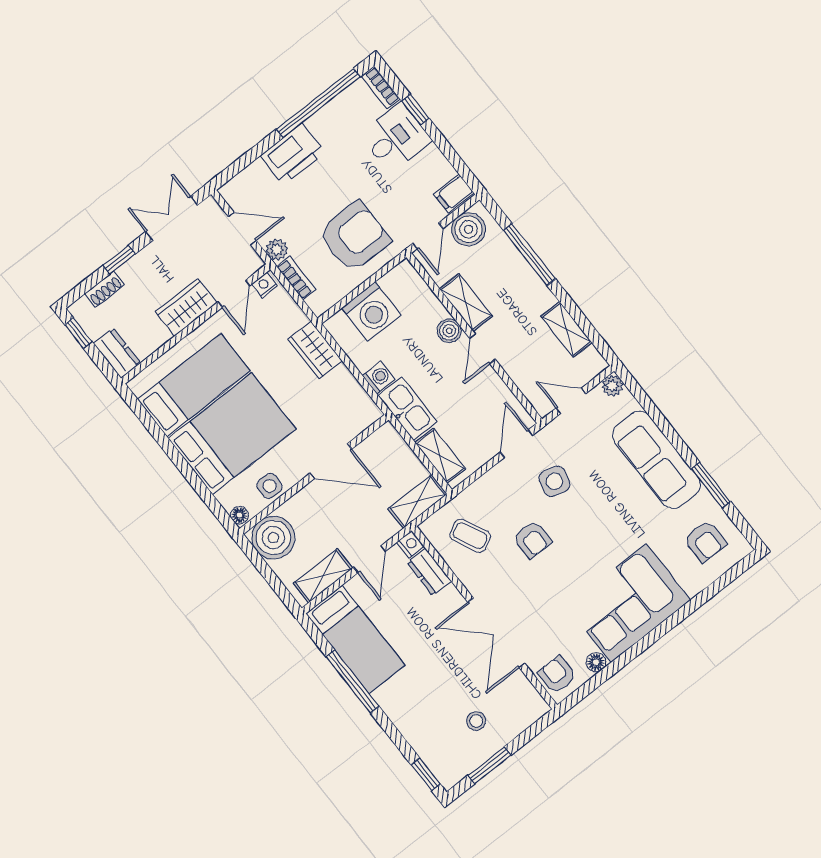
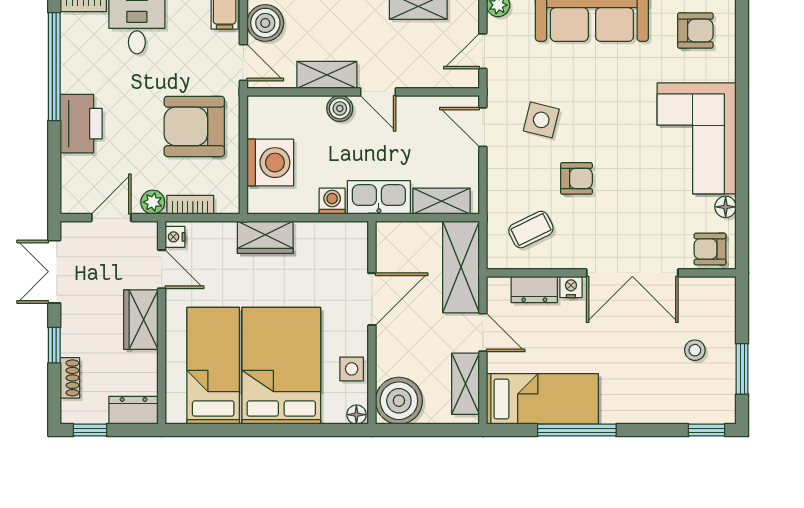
armchair: (354, 237) -> (194, 126), turned -90
shelving: (418, 501) -> (461, 267), width x1.50, depth x1.33
nightstand: (410, 544) -> (571, 287), moved

